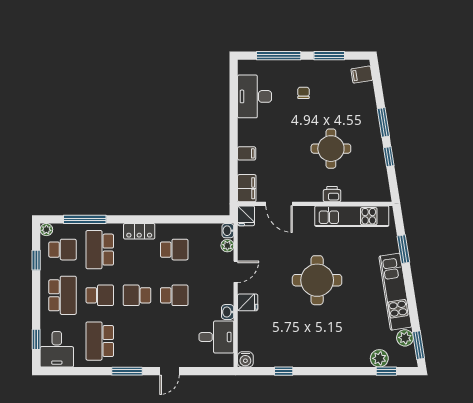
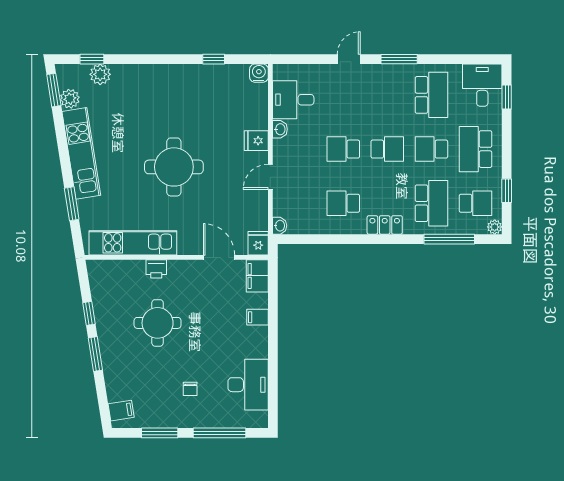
plant: (227, 246) -> (280, 208), removed
school desk: (63, 250) -> (476, 203), turned 180

